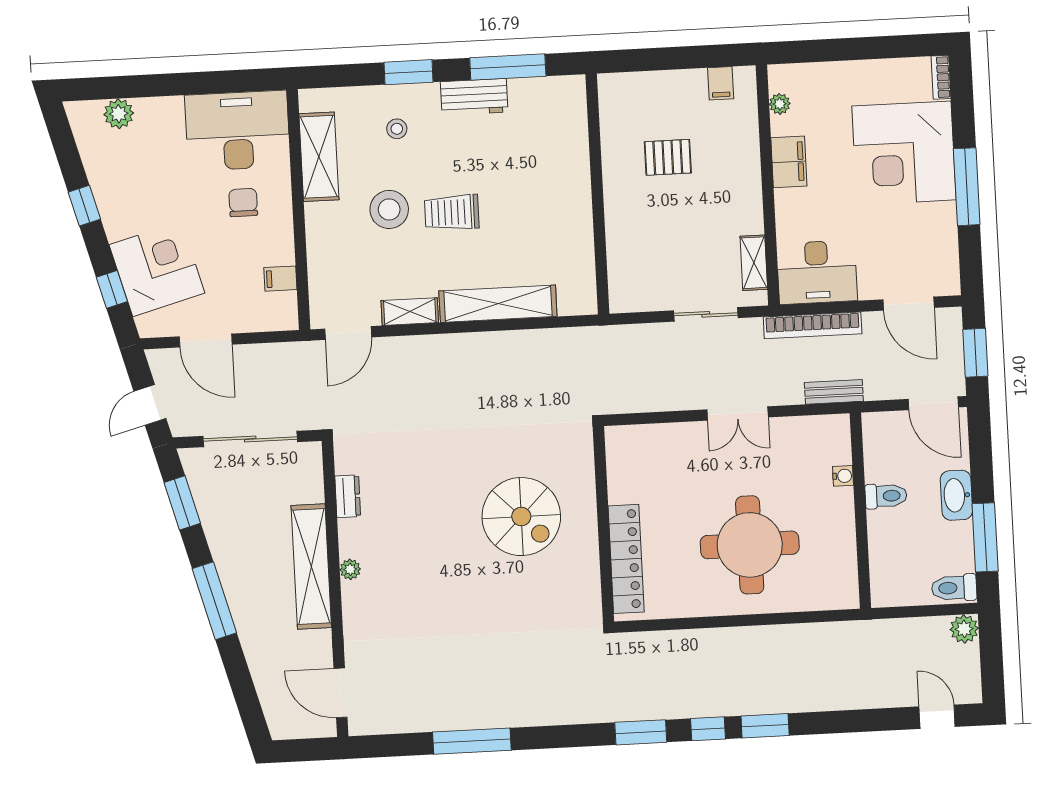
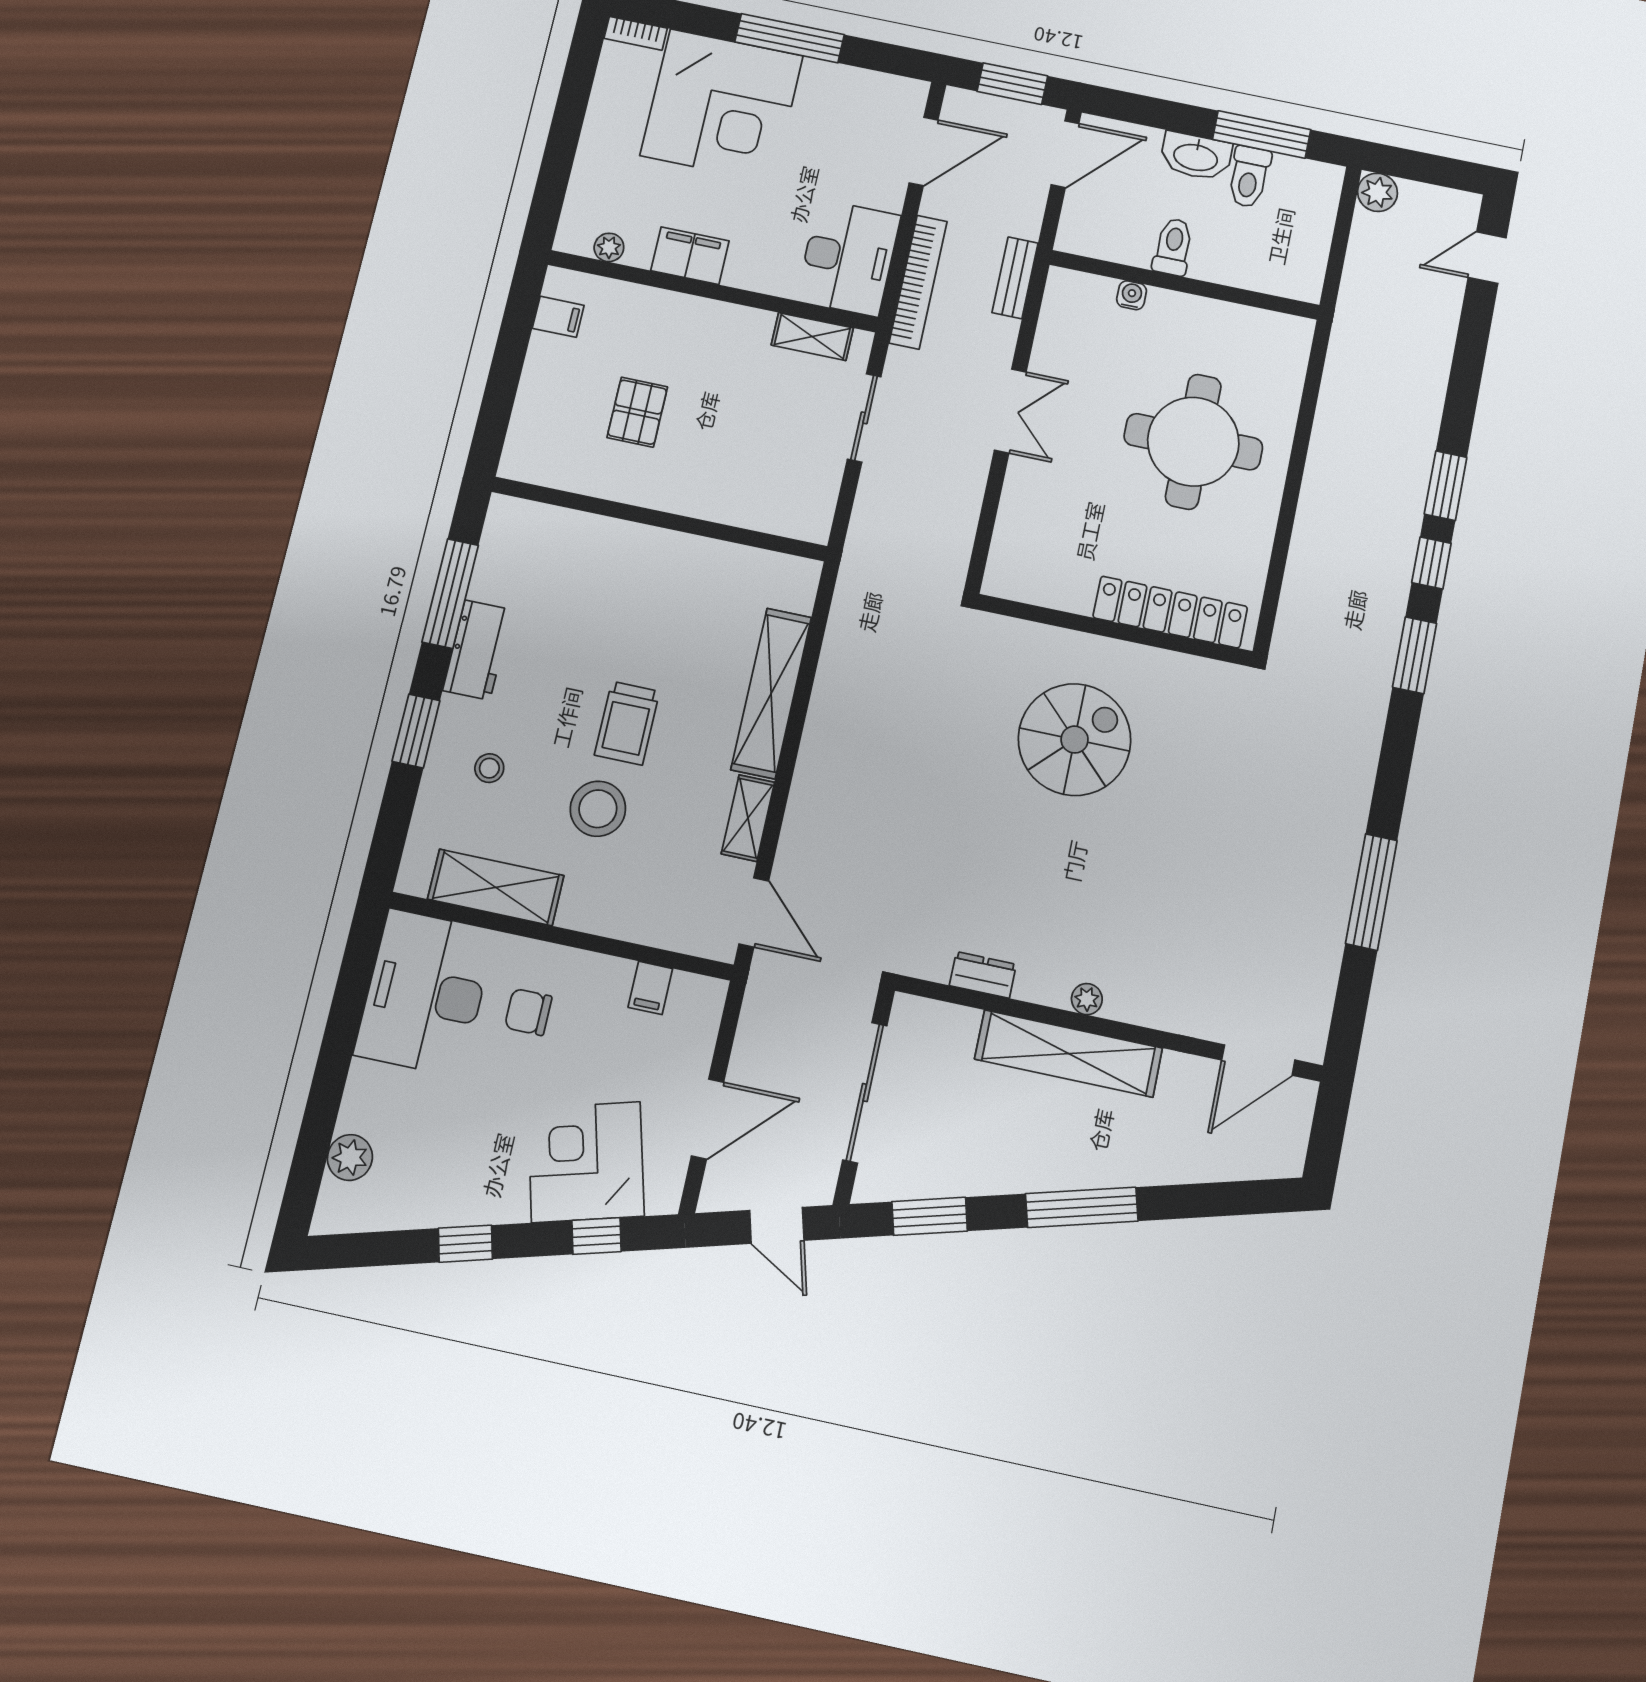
toilet: (954, 588) -> (1249, 177), moved

